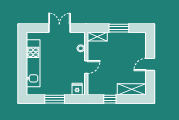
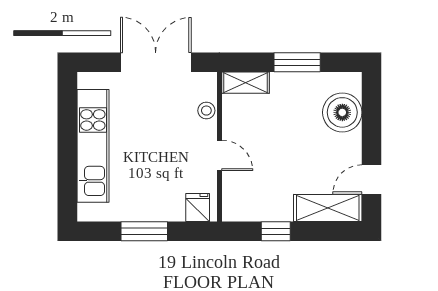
double door: (59, 28) -> (156, 62), width x1.37
boiler: (138, 49) -> (342, 112), added
door: (150, 64) -> (372, 180), moved
door: (86, 67) -> (219, 155), hinge flipped

